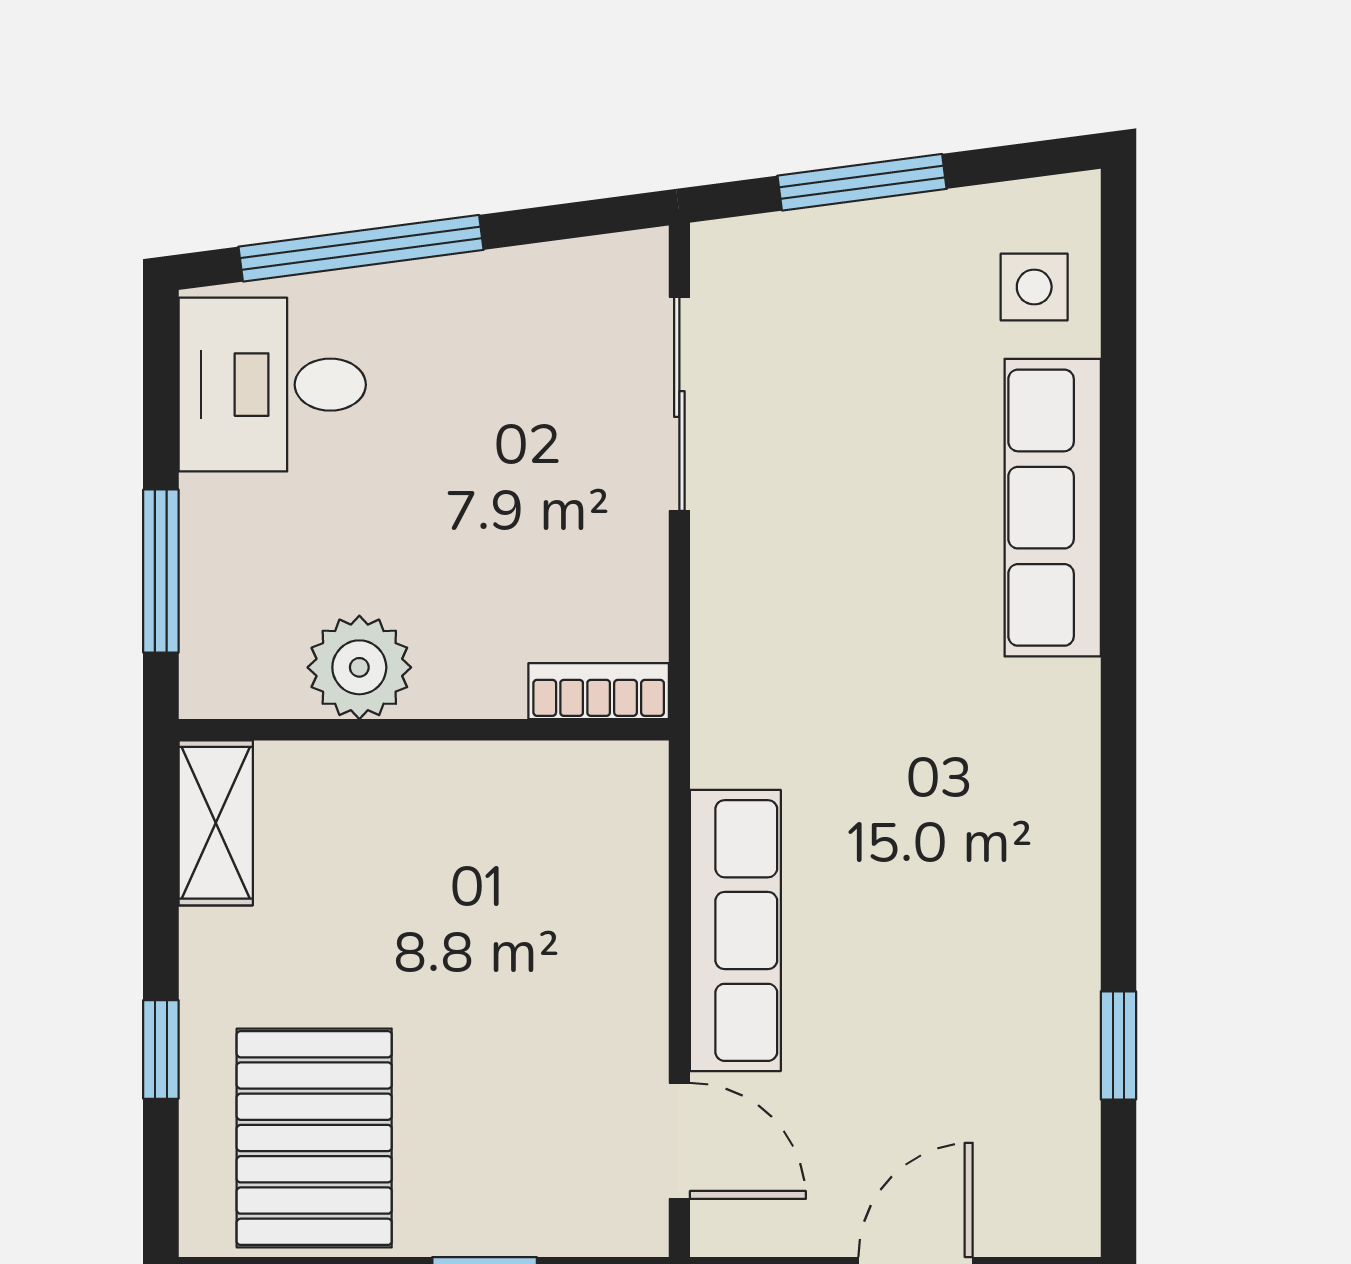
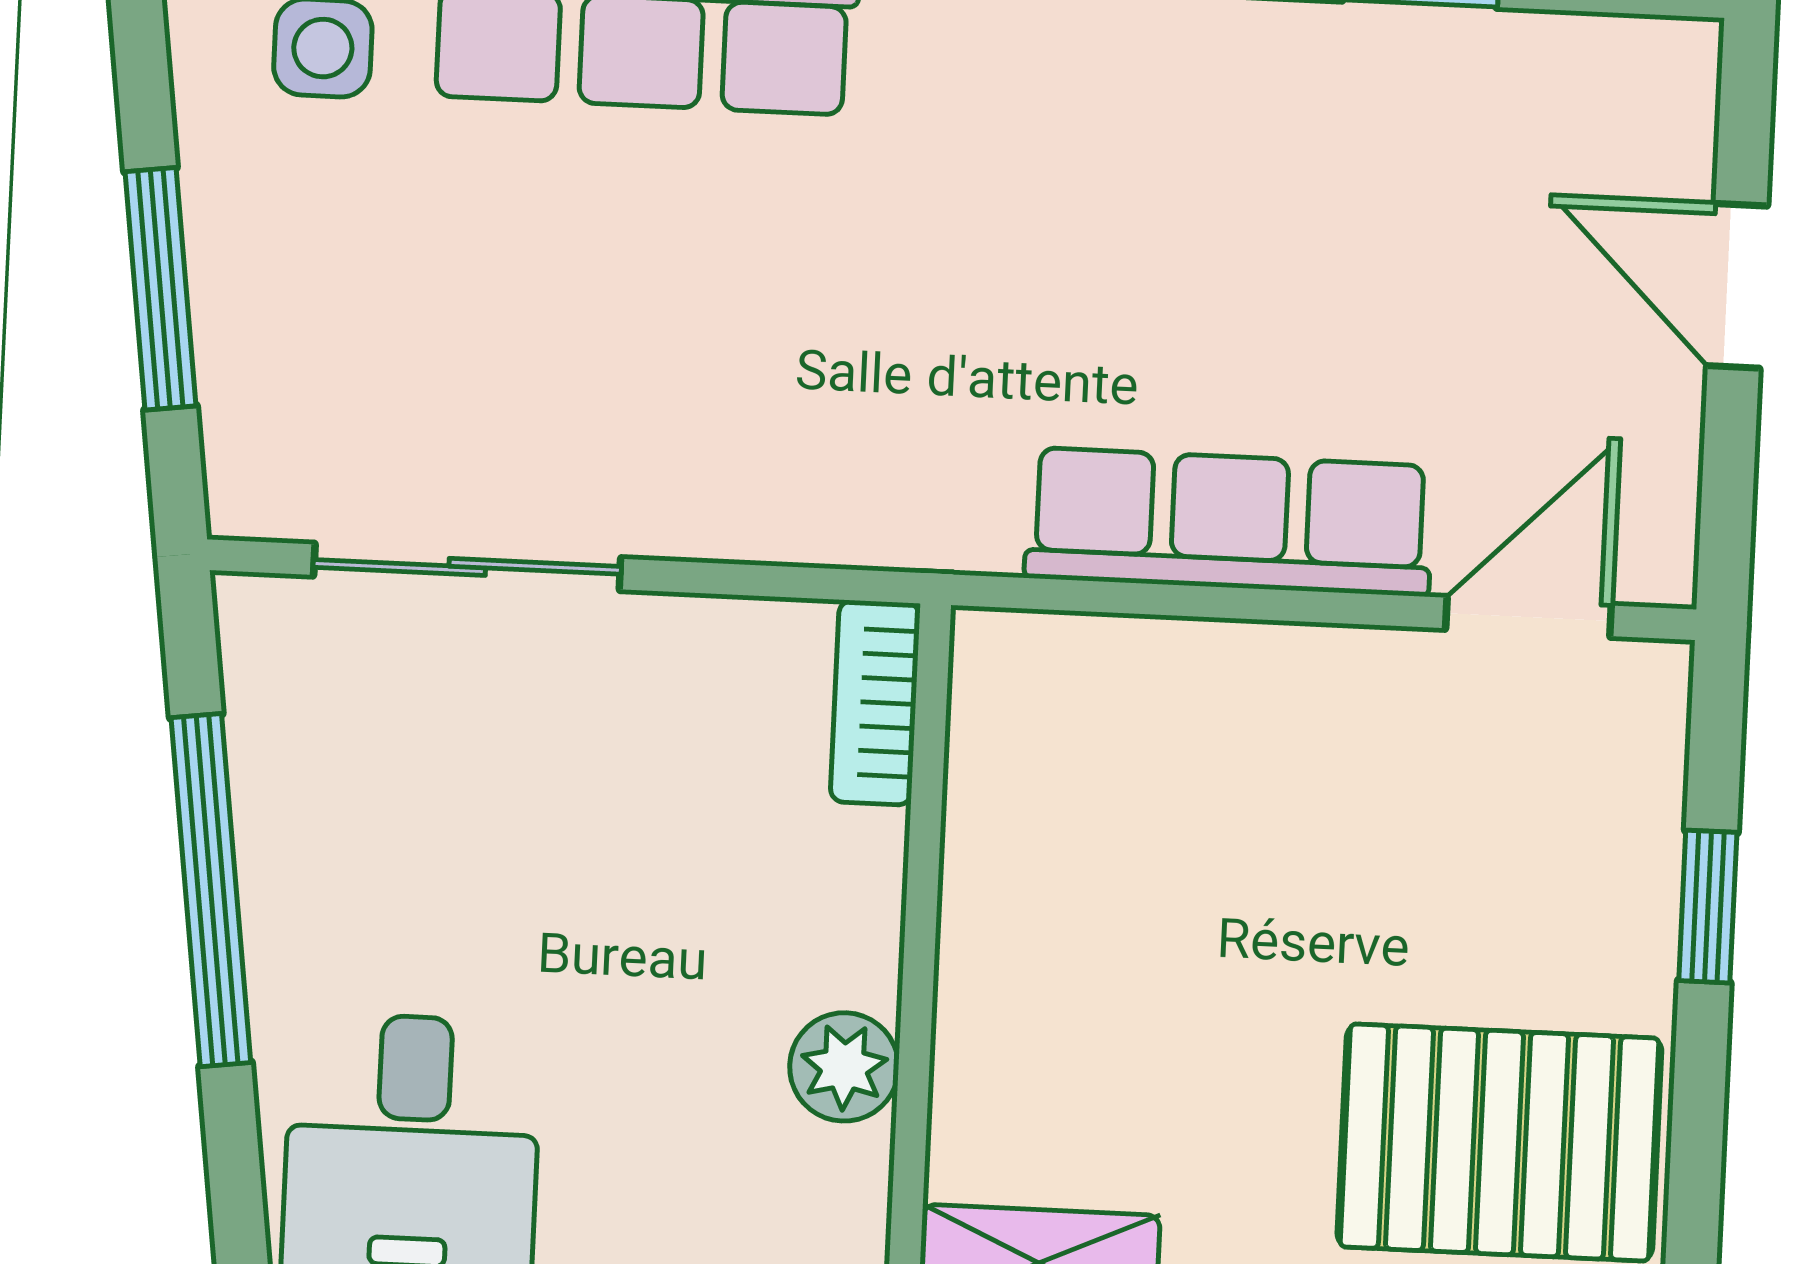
window: (361, 248) -> (211, 890), moved
plant: (359, 667) -> (844, 1067), width x0.73, depth x0.73

